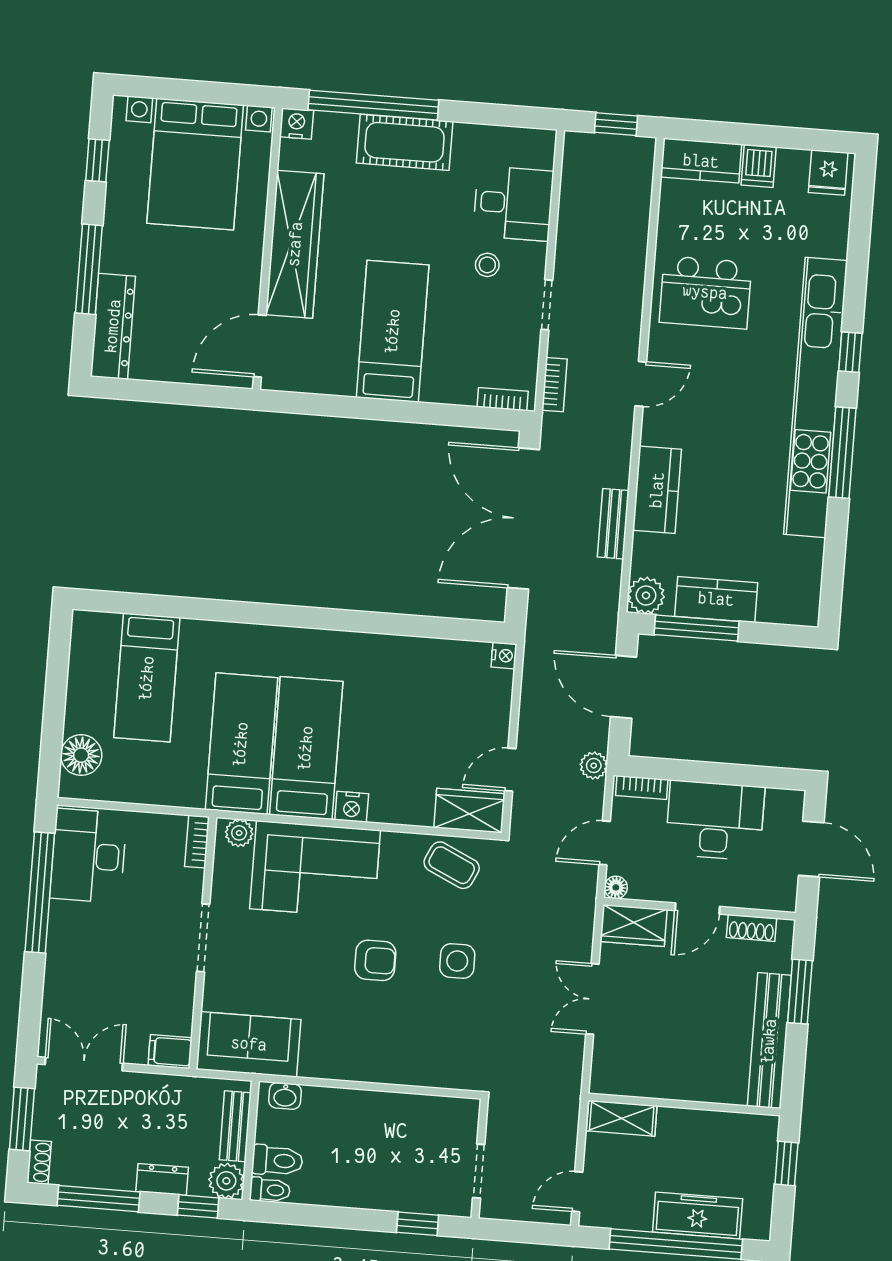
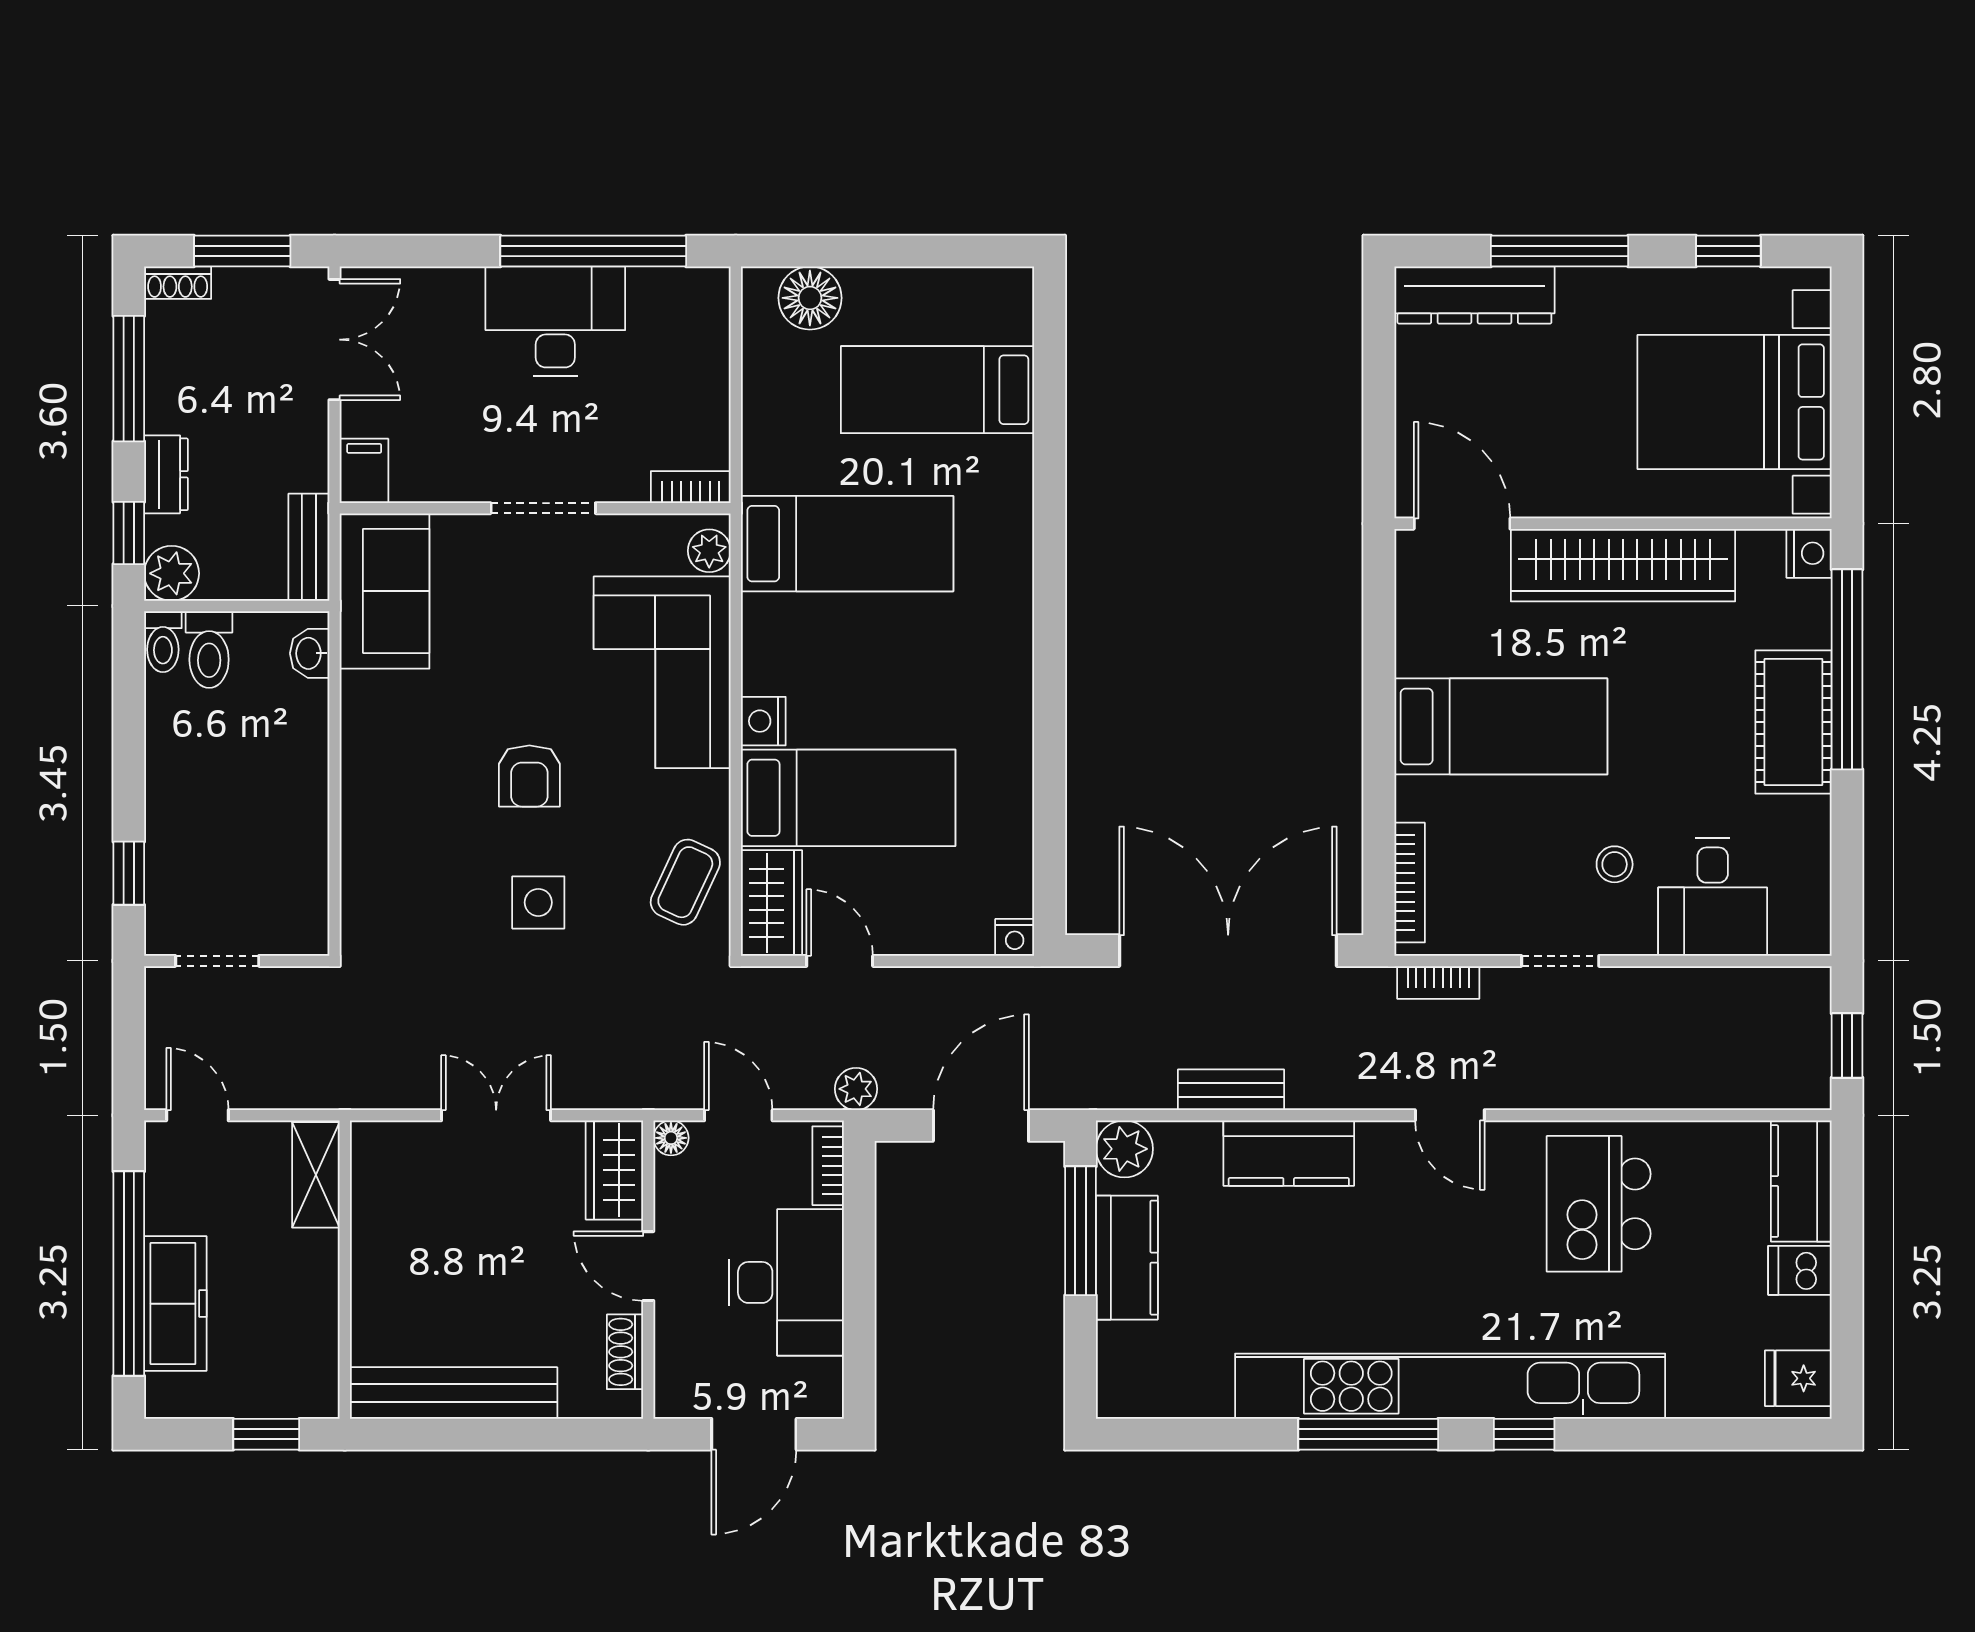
bookcase: (503, 399) -> (1410, 883), width x1.56
bed: (306, 748) -> (848, 798), moved
desk: (88, 856) -> (555, 321), moved
window: (800, 992) -> (533, 1434), removed
bench: (235, 1126) -> (309, 547), moved, turned 90

